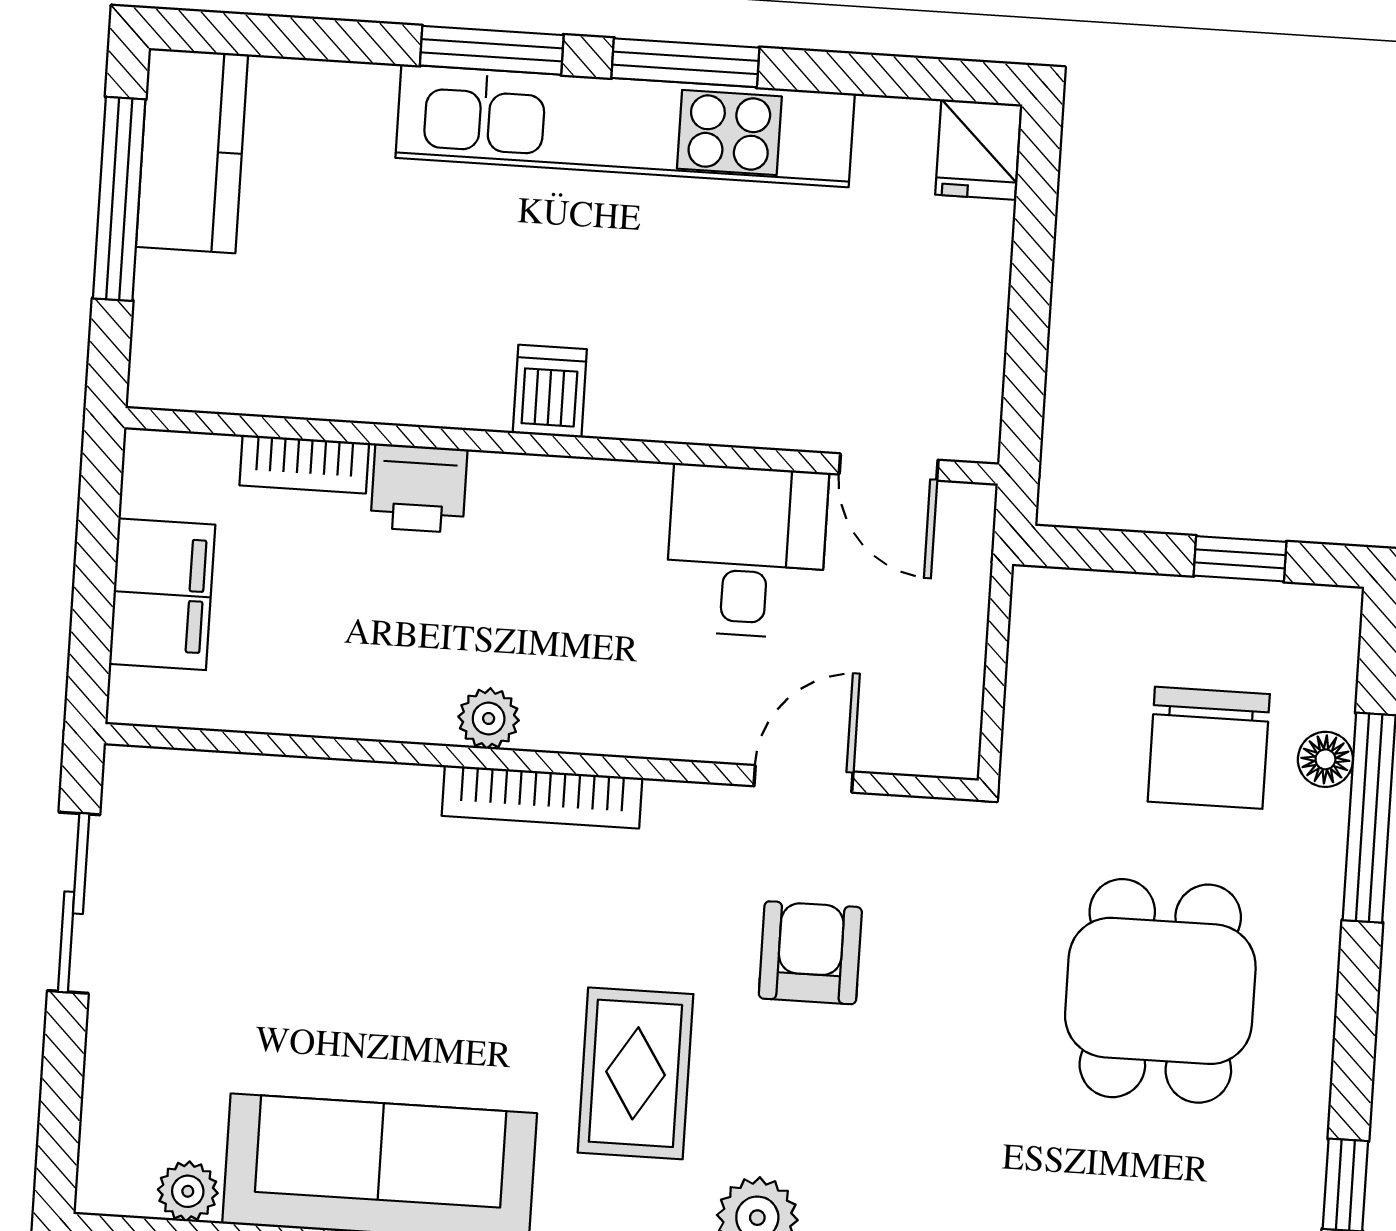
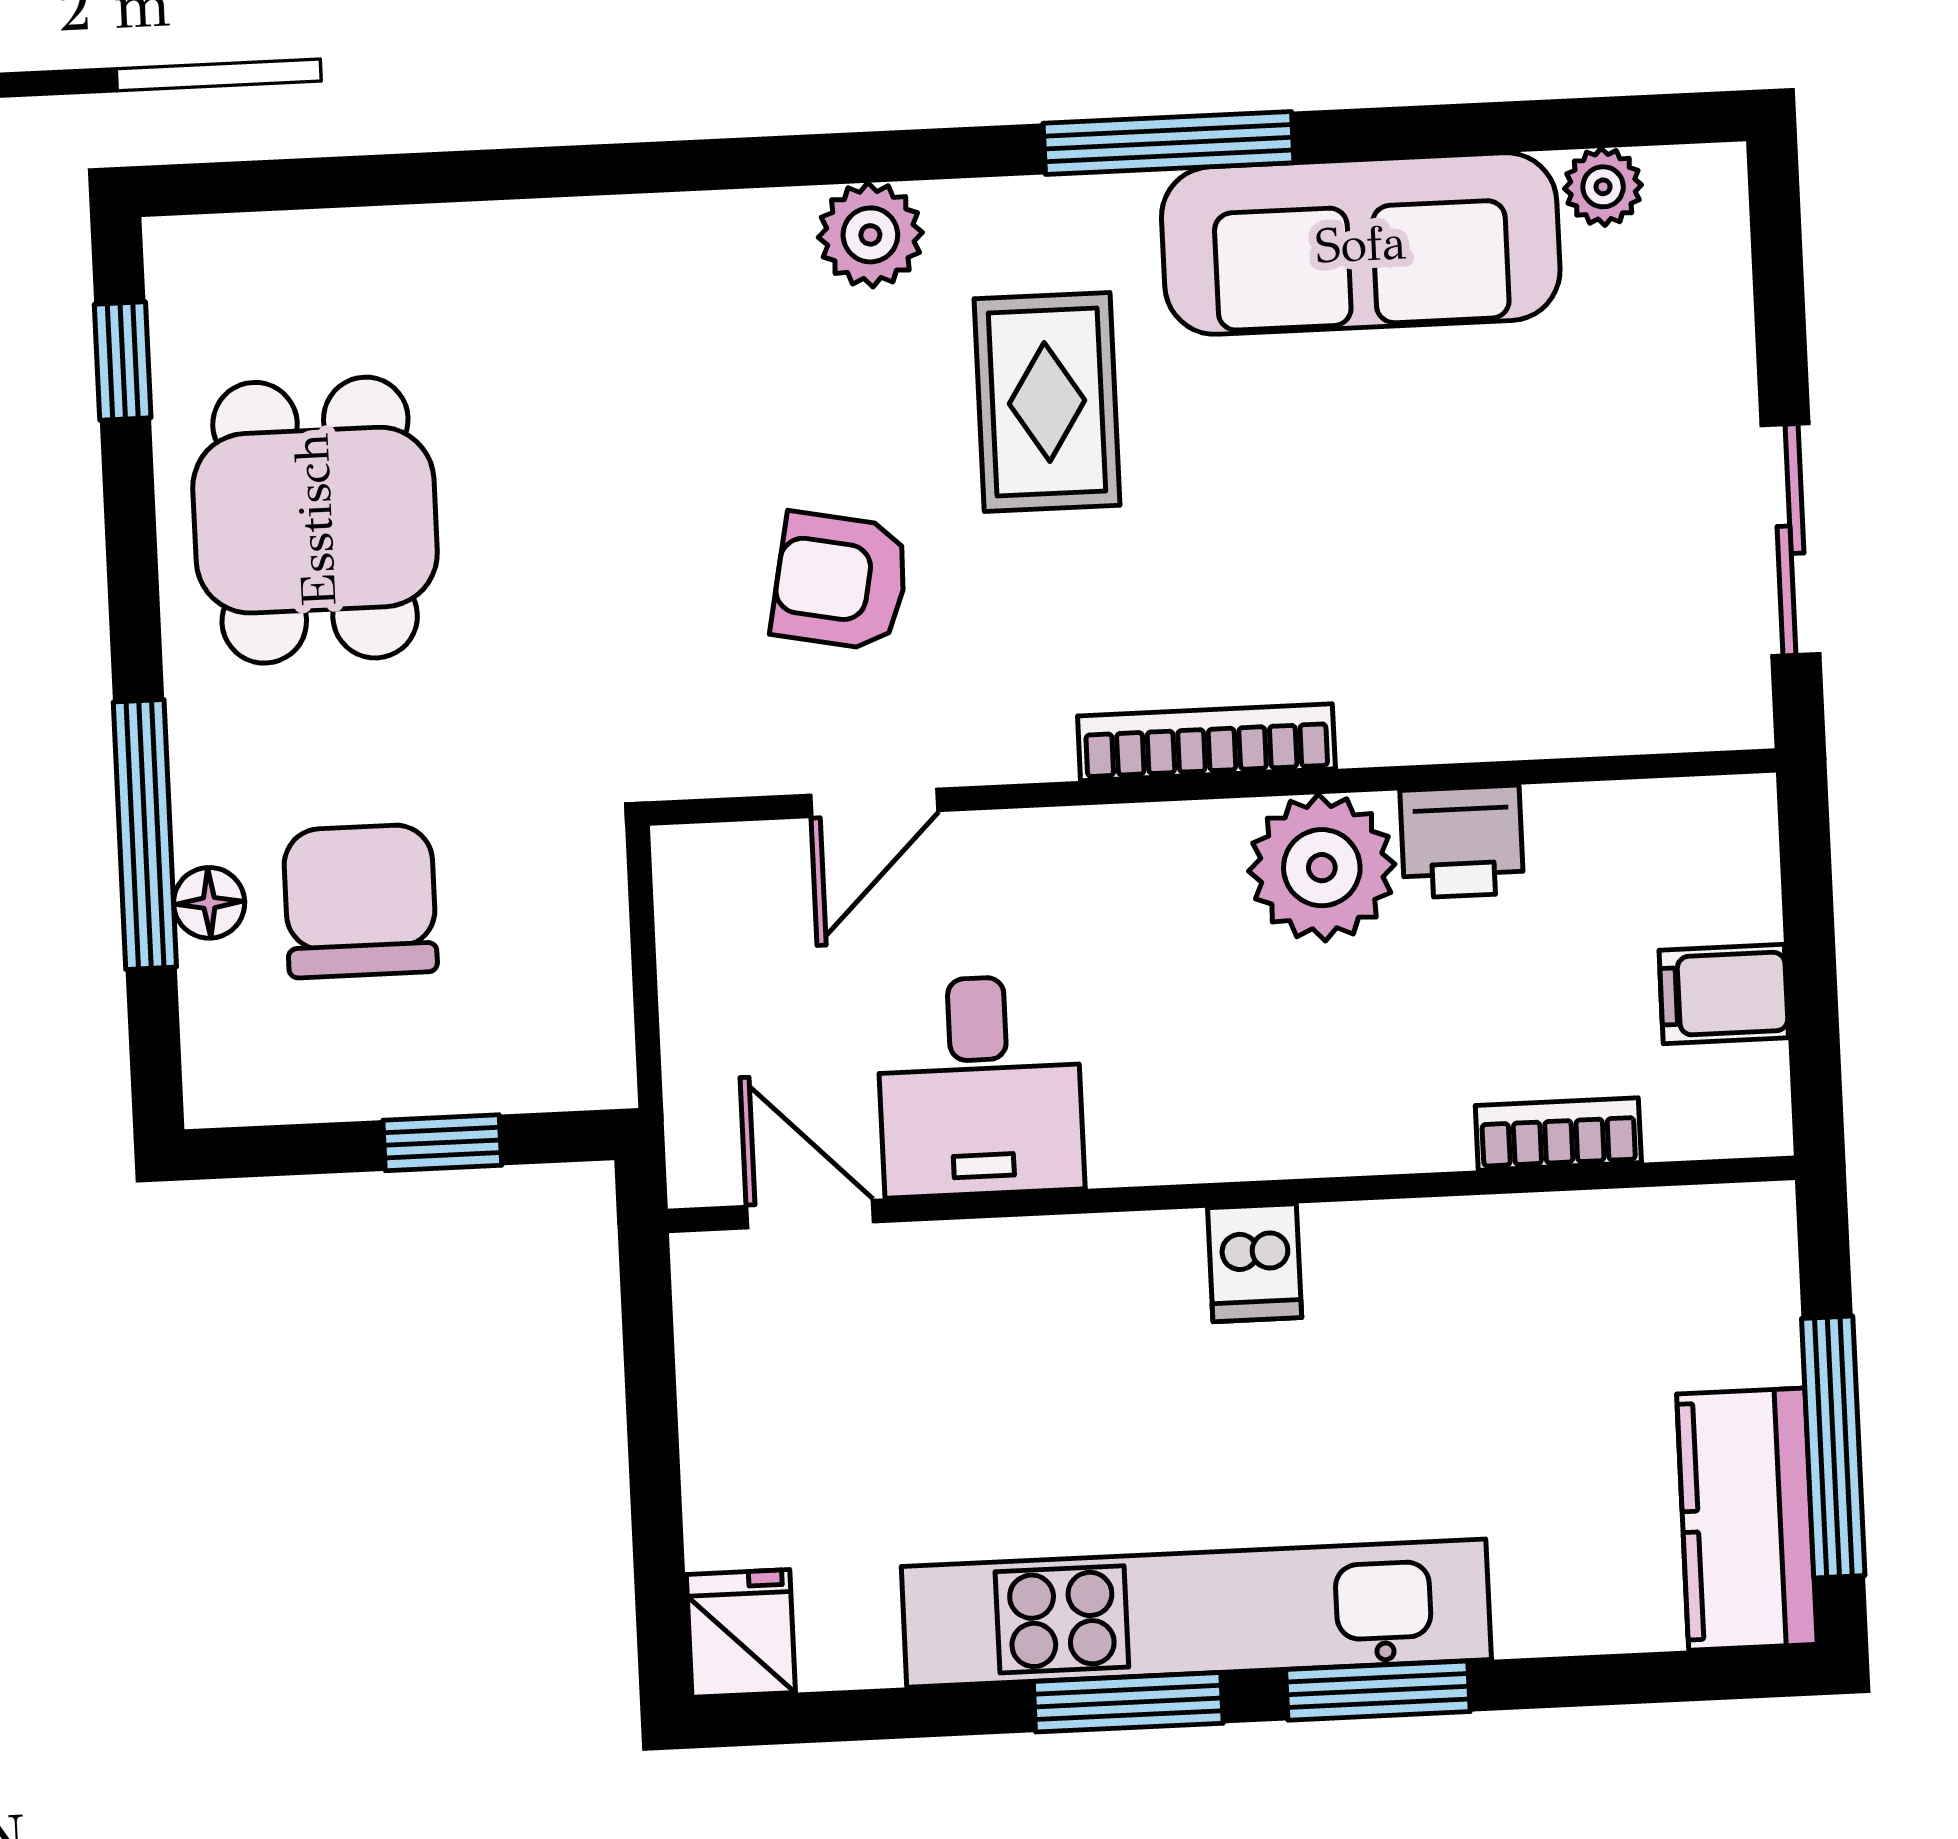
printer: (419, 488) -> (1462, 842), moved, turned 180
window: (1240, 559) -> (442, 1143), moved
filing cabinet: (162, 594) -> (1724, 994), width x0.50
plant: (489, 718) -> (1322, 868), width x1.87, depth x1.87
armchair: (810, 953) -> (841, 581), turned 101
dining table: (1160, 991) -> (315, 520), moved

